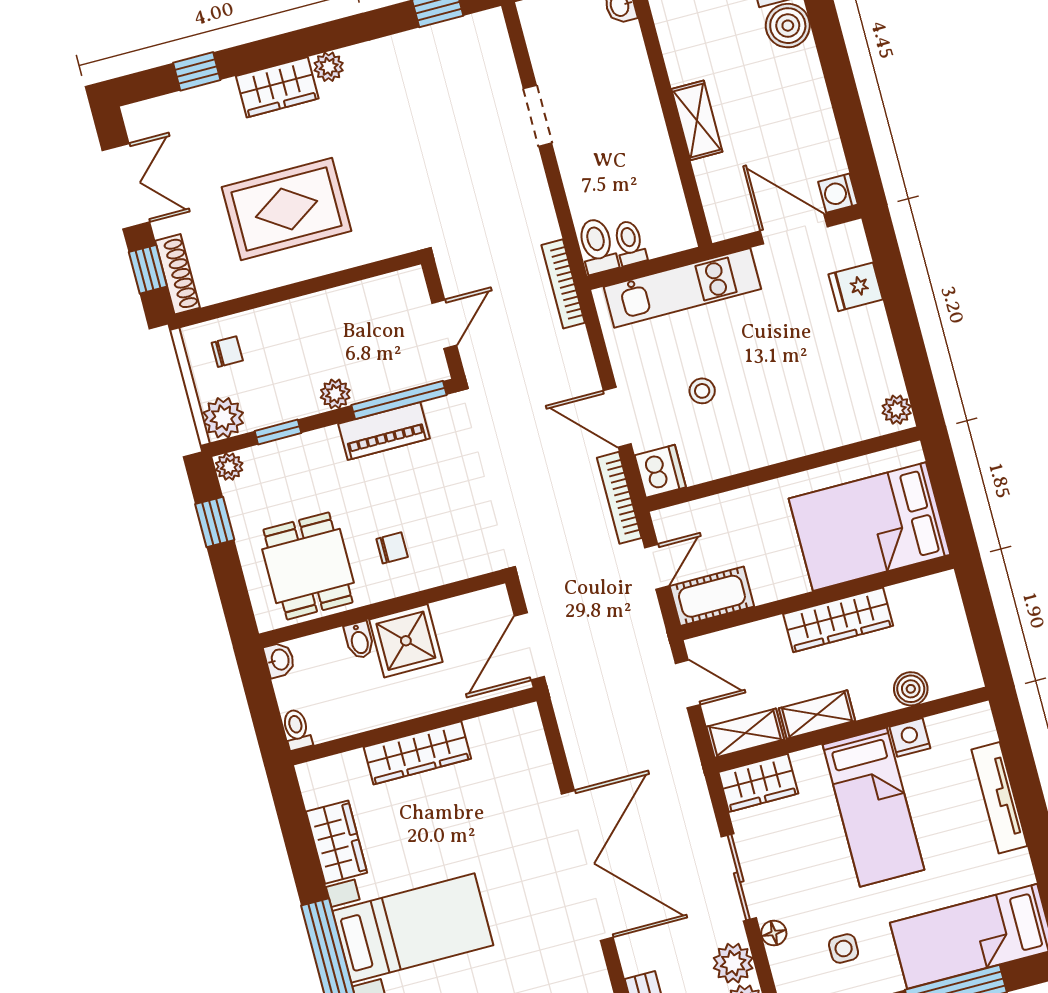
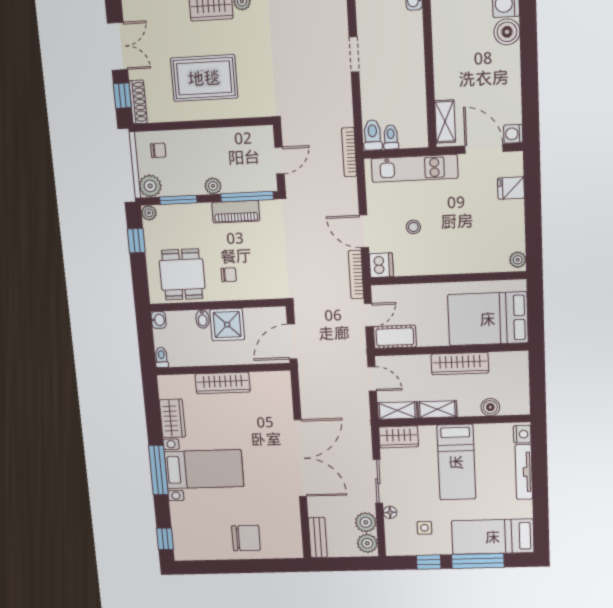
shelving: (697, 120) -> (445, 122), moved
window: (278, 432) -> (178, 200), width x1.50
nightstand: (910, 737) -> (522, 434), moved, turned 90

